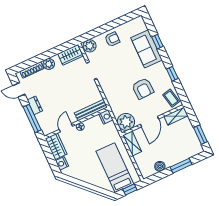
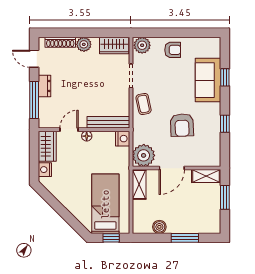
coffee table: (171, 98) -> (144, 104), moved
window: (200, 135) -> (225, 197), moved

